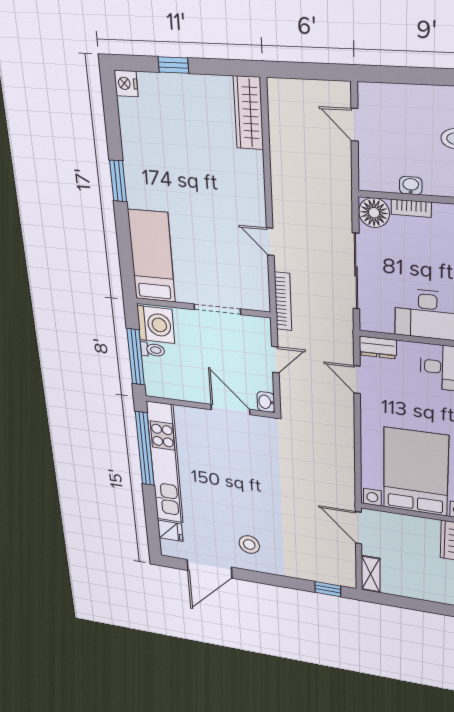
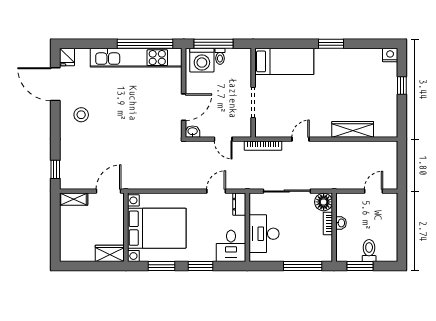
wardrobe: (248, 113) -> (353, 129), moved
washing machine: (156, 325) -> (202, 60), moved
fridge: (170, 531) -> (67, 57), moved

